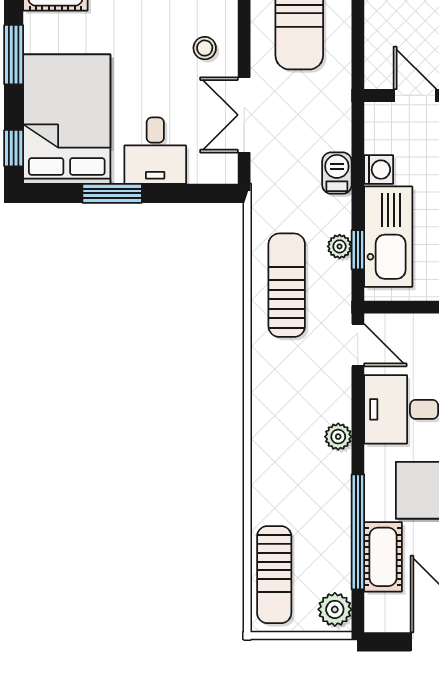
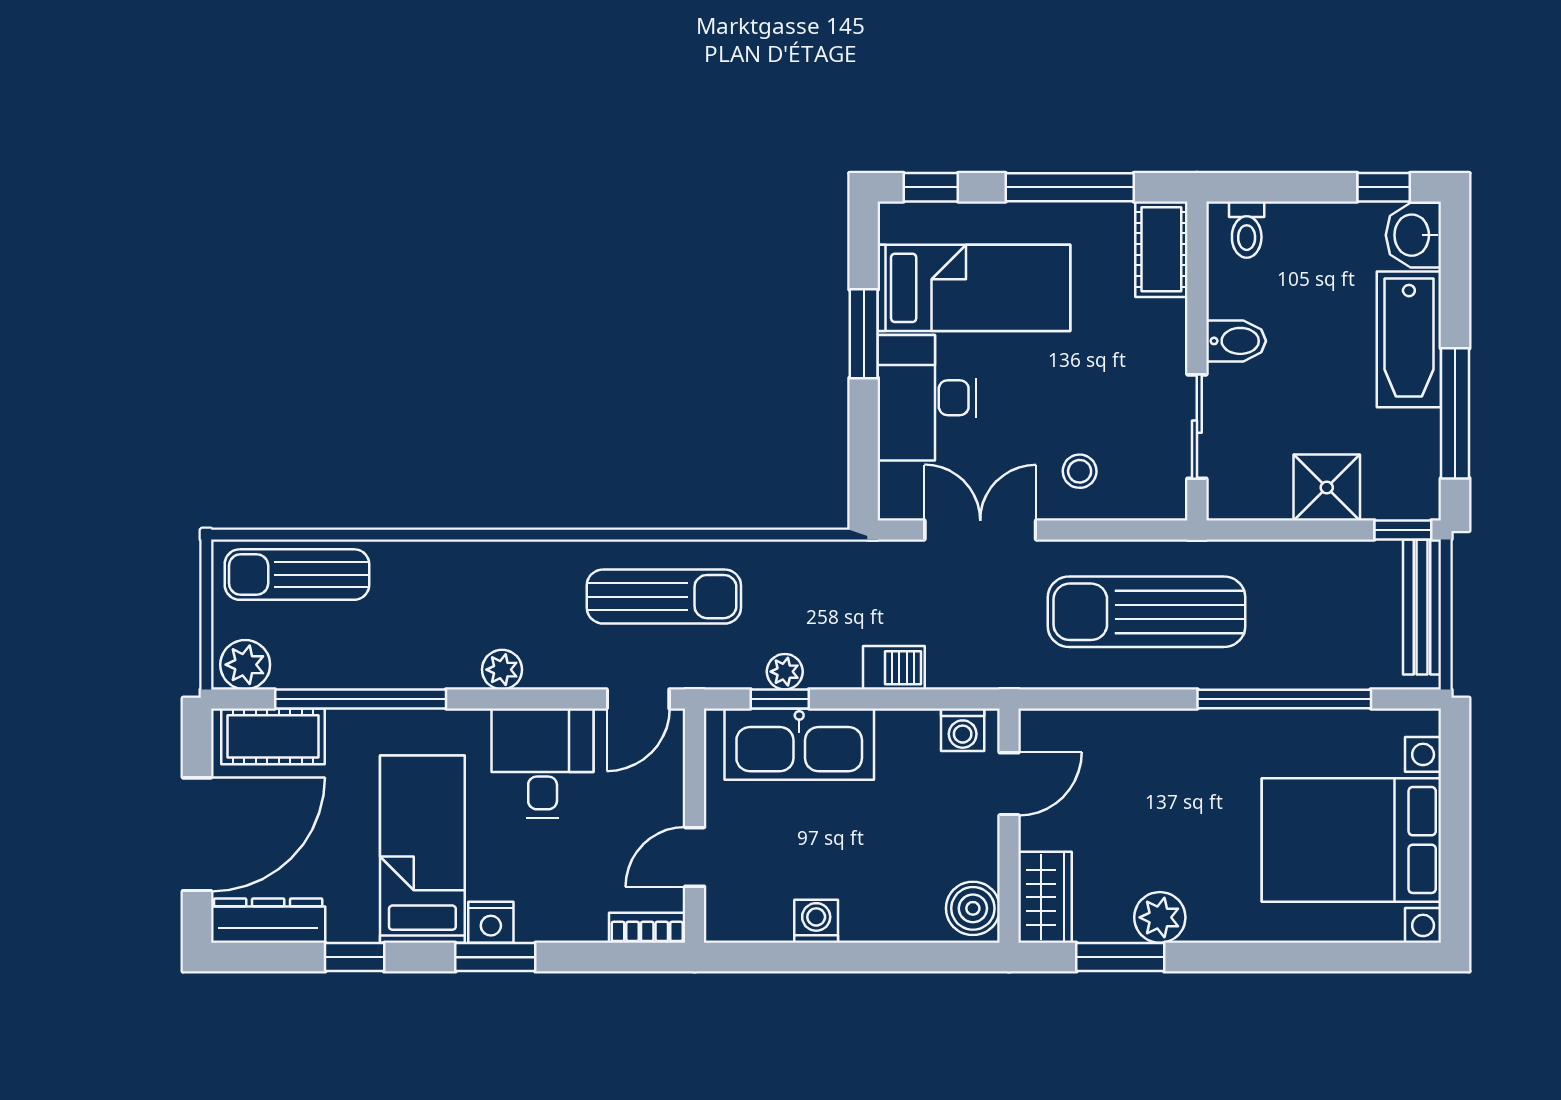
window: (14, 55) -> (1070, 187), width x1.44
bed: (67, 119) -> (974, 288), width x0.67
desk: (155, 151) -> (927, 398), width x1.37
washing machine: (379, 170) -> (963, 730), moved
sun lounger: (287, 285) -> (664, 597), moved
cot: (383, 557) -> (273, 736), moved

